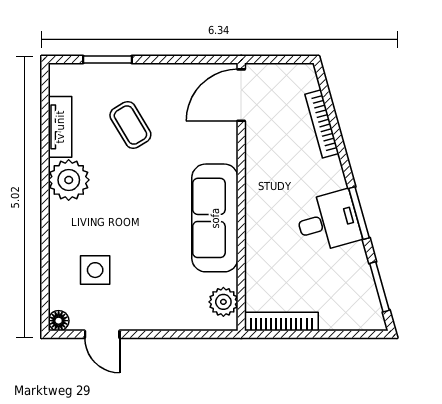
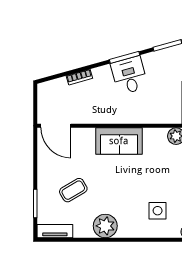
bookcase: (322, 124) -> (79, 77), width x0.64
tv unit: (60, 127) -> (55, 231), moved
sofa: (215, 218) -> (119, 141), width x0.73

